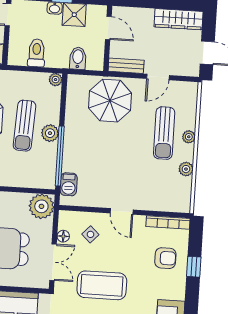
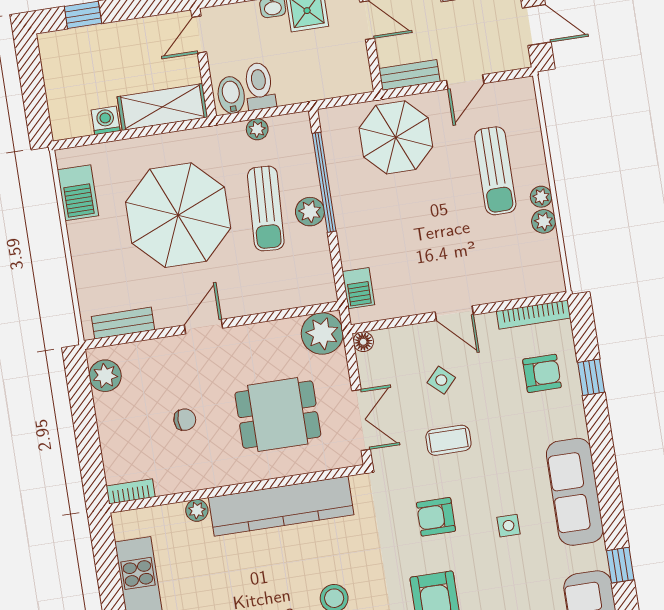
bidet: (78, 58) -> (231, 95), moved
plant: (56, 80) -> (257, 129), moved
plant: (189, 137) -> (541, 197), moved
window: (60, 156) -> (324, 182), moved
side table: (90, 234) -> (441, 380), moved
floor lamp: (63, 236) -> (363, 342), moved
coffee table: (102, 285) -> (448, 440), width x0.54, depth x0.58

